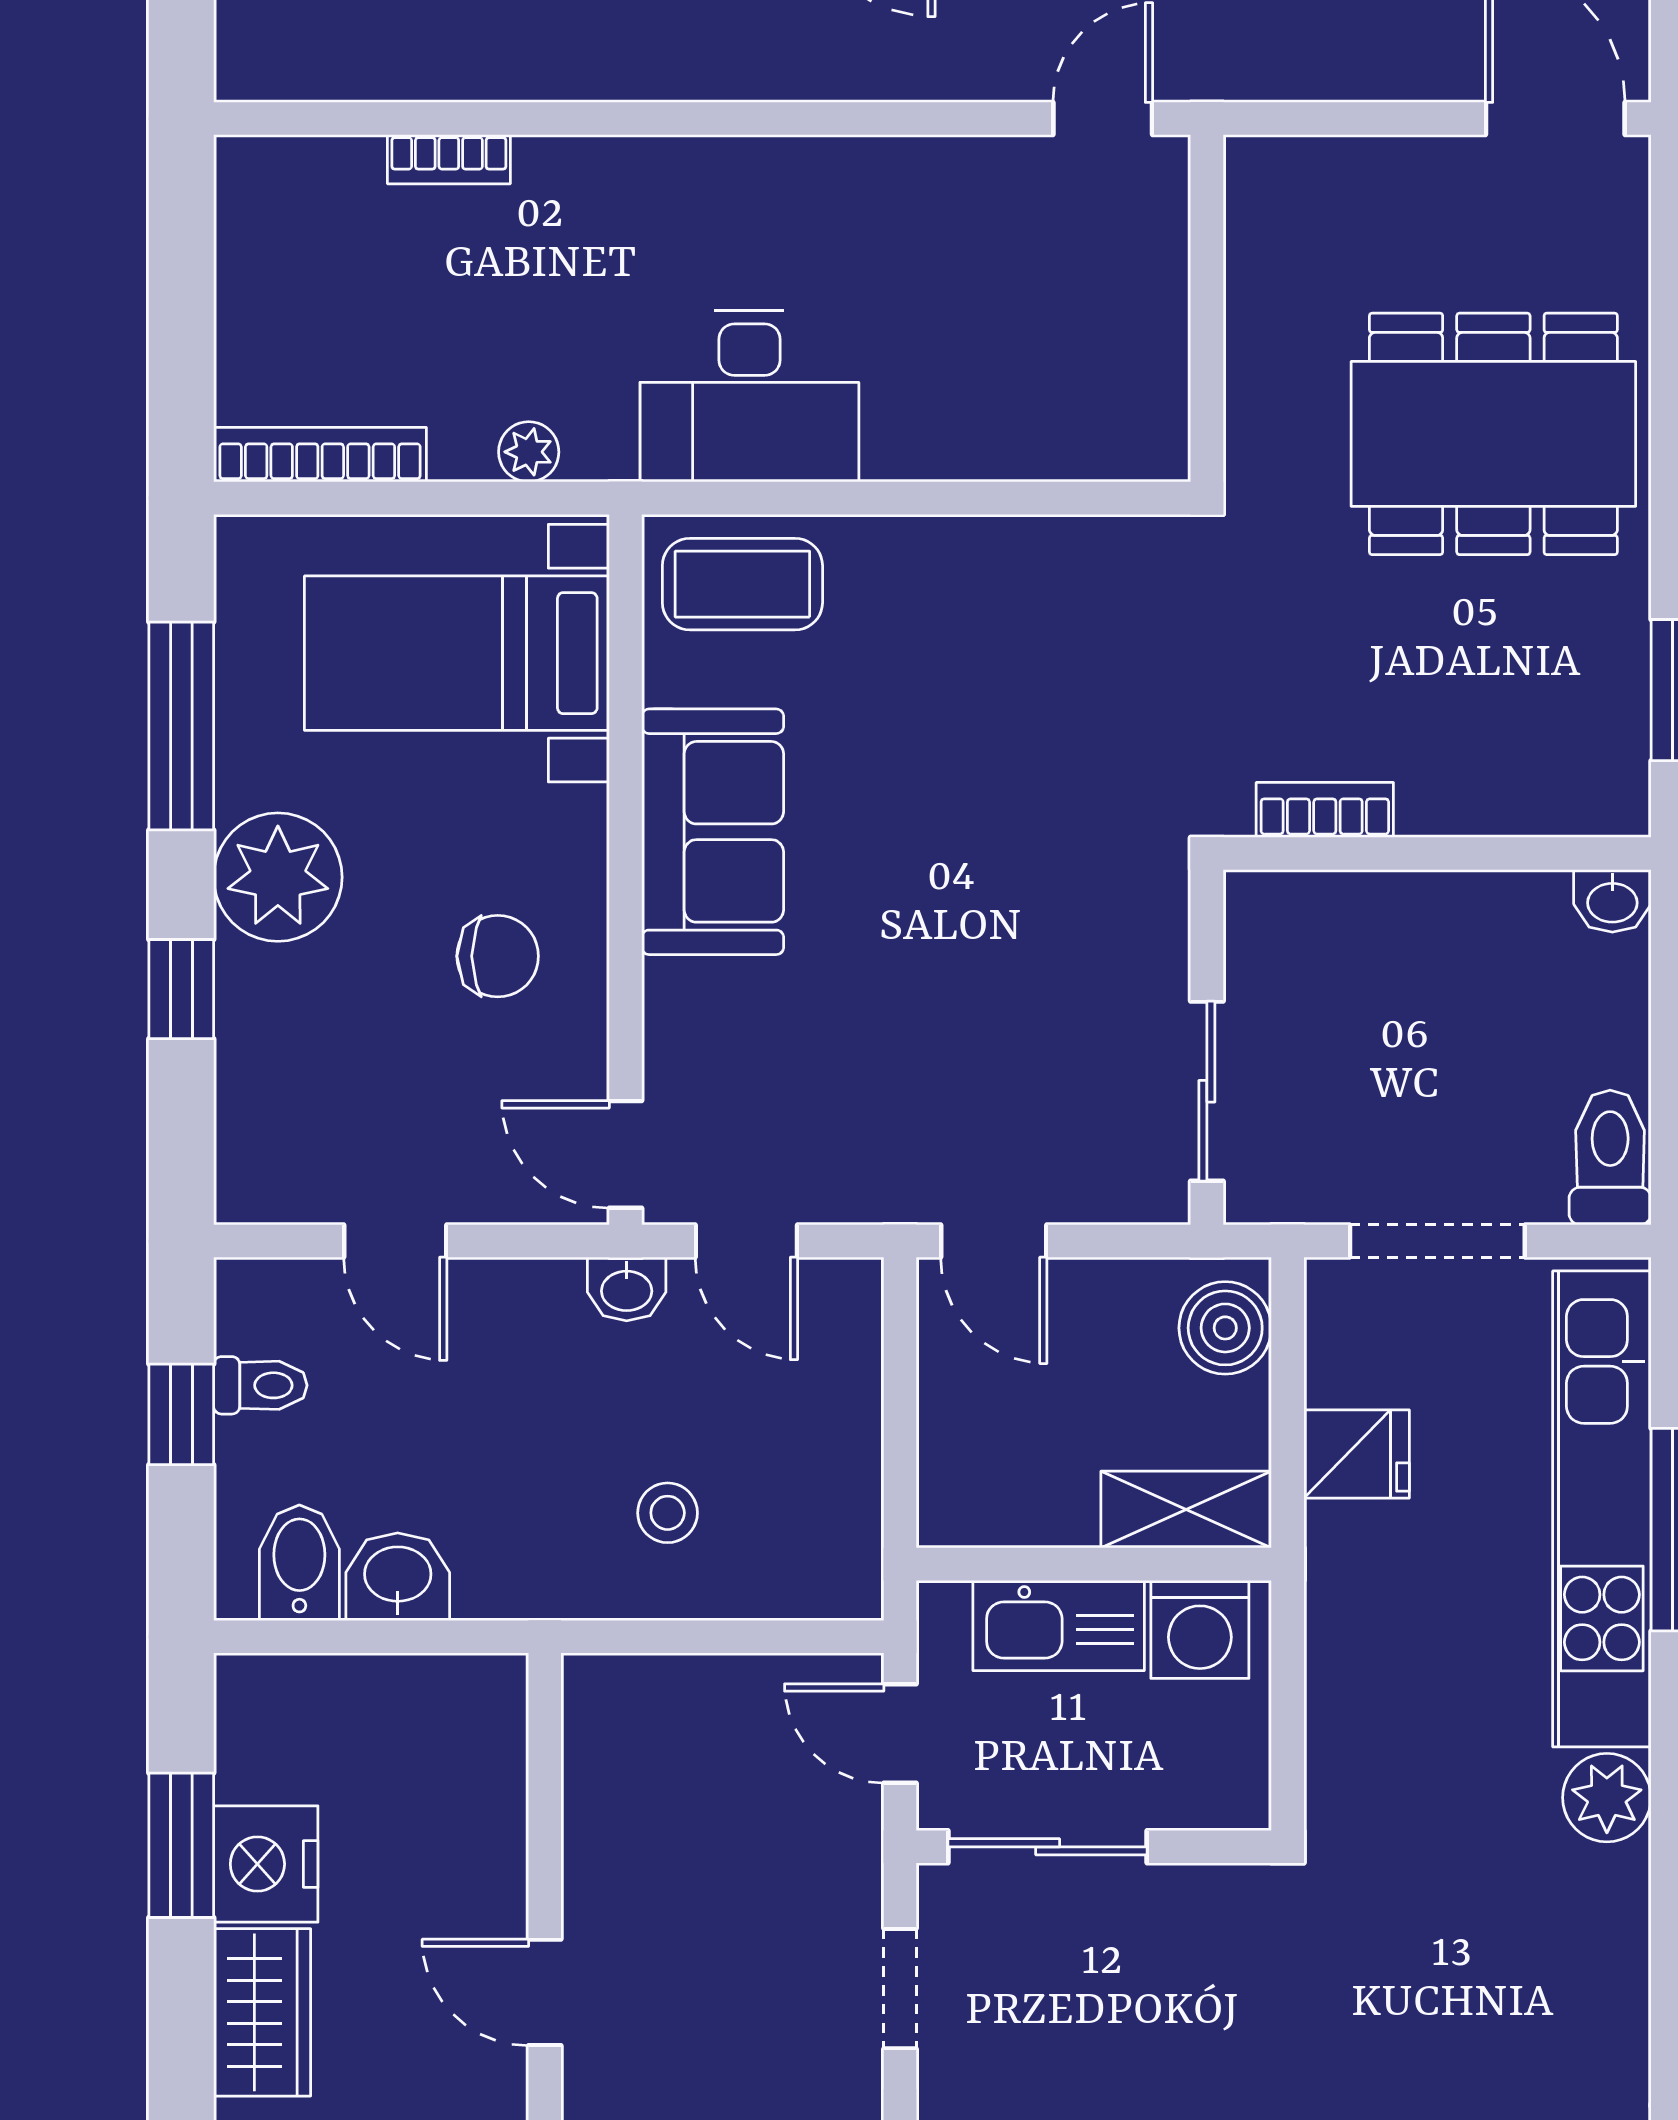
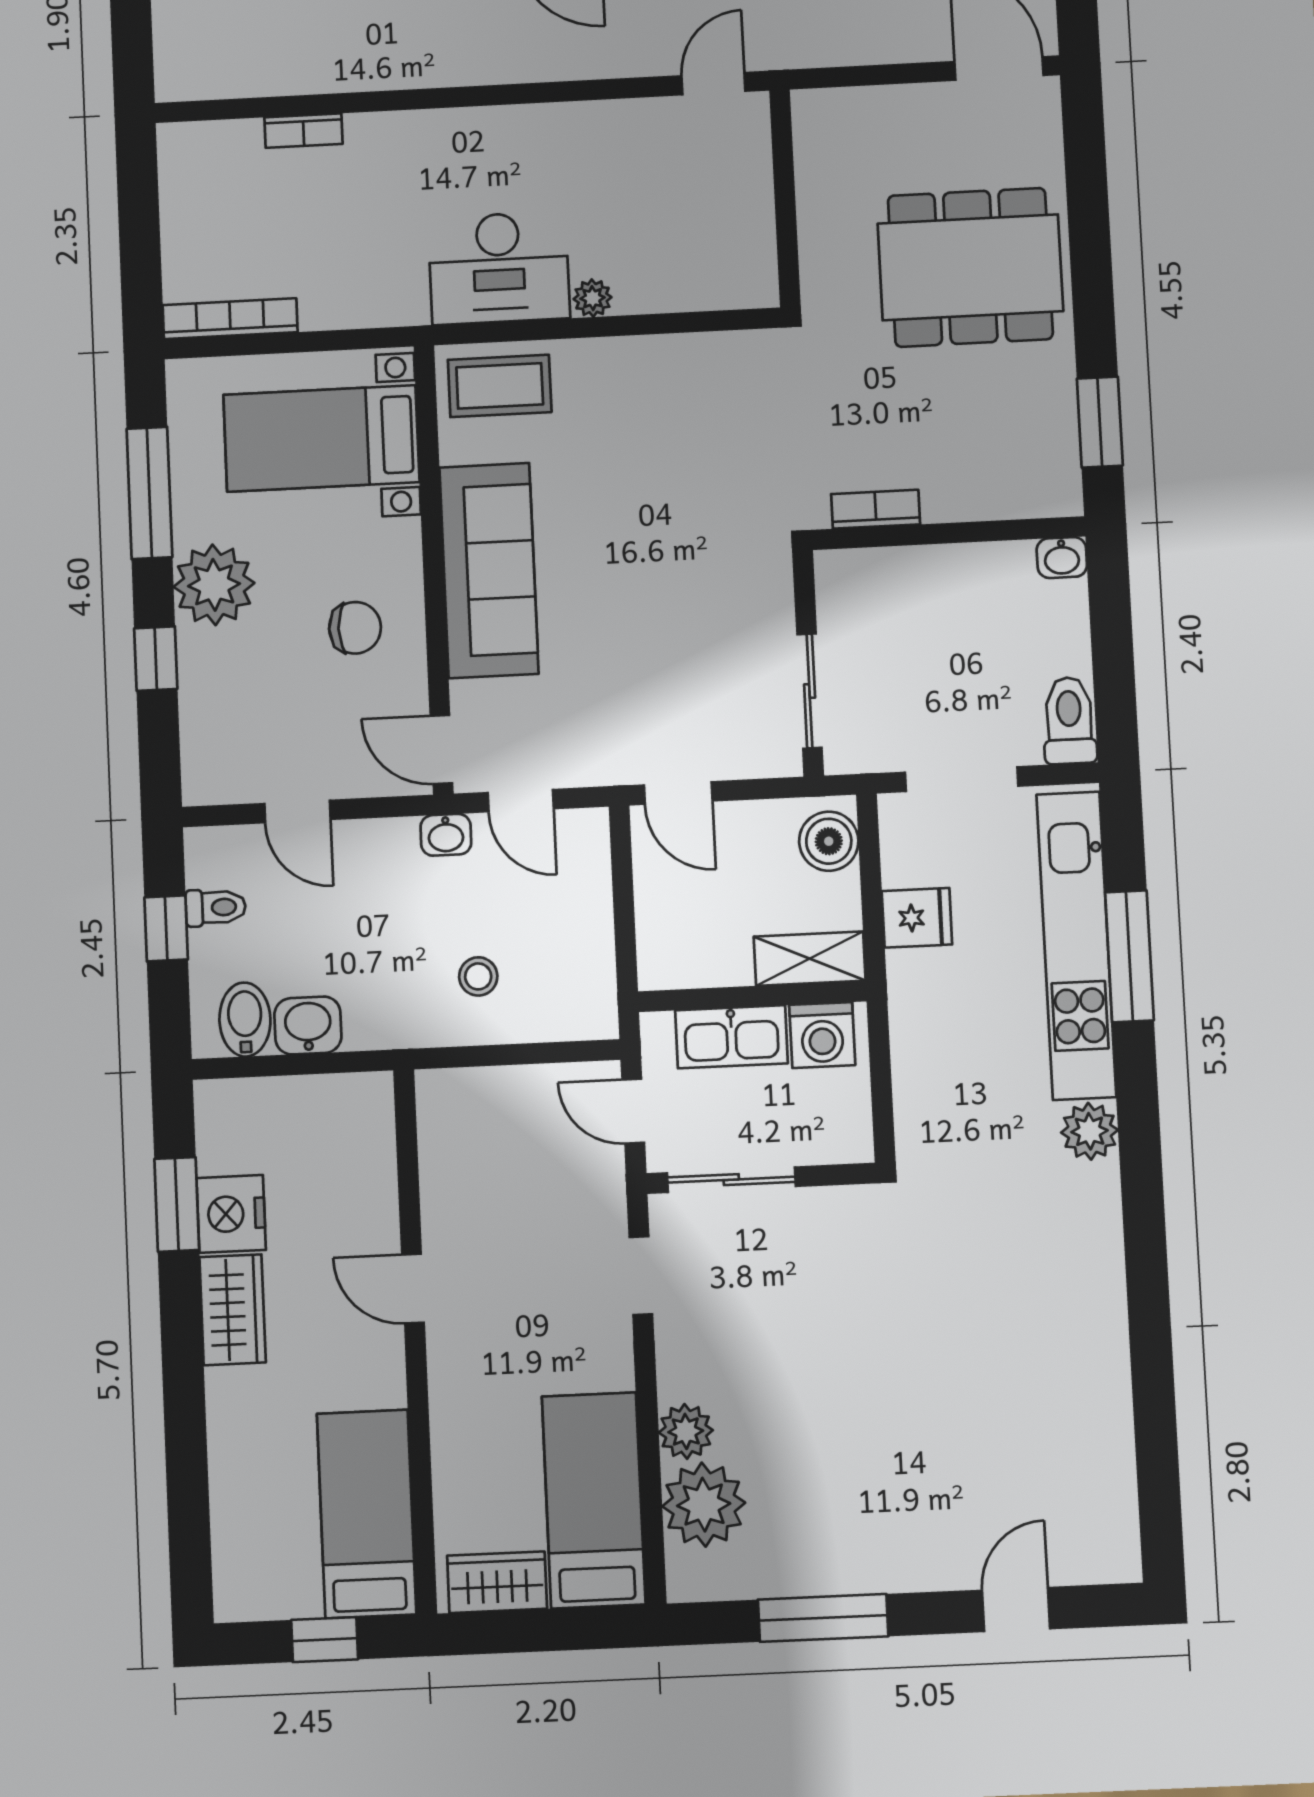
plant: (529, 452) -> (593, 298), moved
sofa: (713, 832) -> (489, 570), width x1.36

